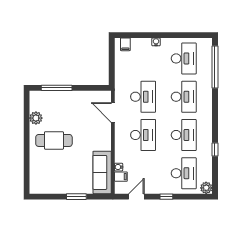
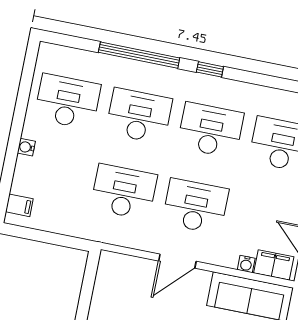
window: (215, 67) -> (139, 55), moved
door: (113, 112) -> (177, 261), moved
window: (215, 150) -> (210, 69), moved
filing cabinet: (121, 177) -> (274, 265), width x2.00

